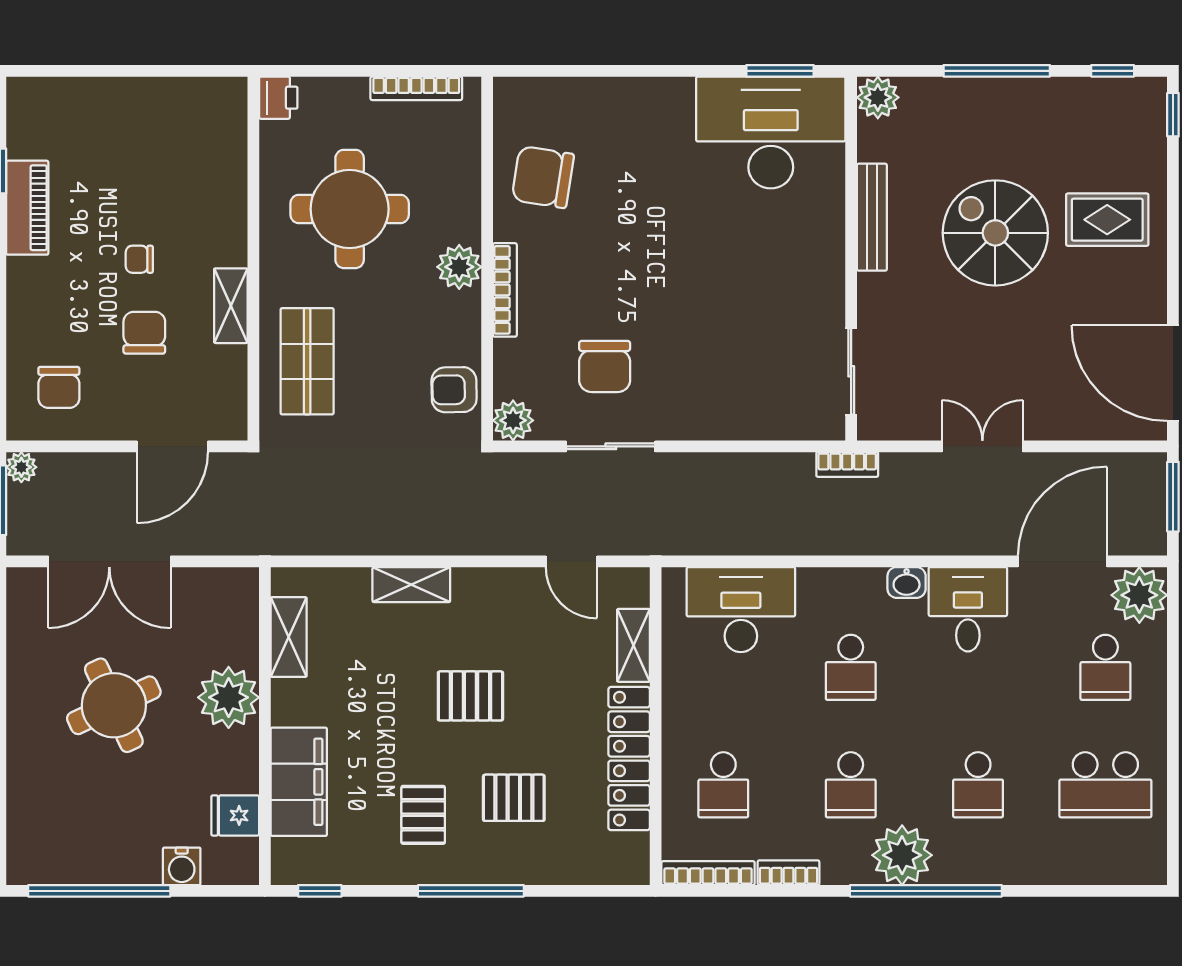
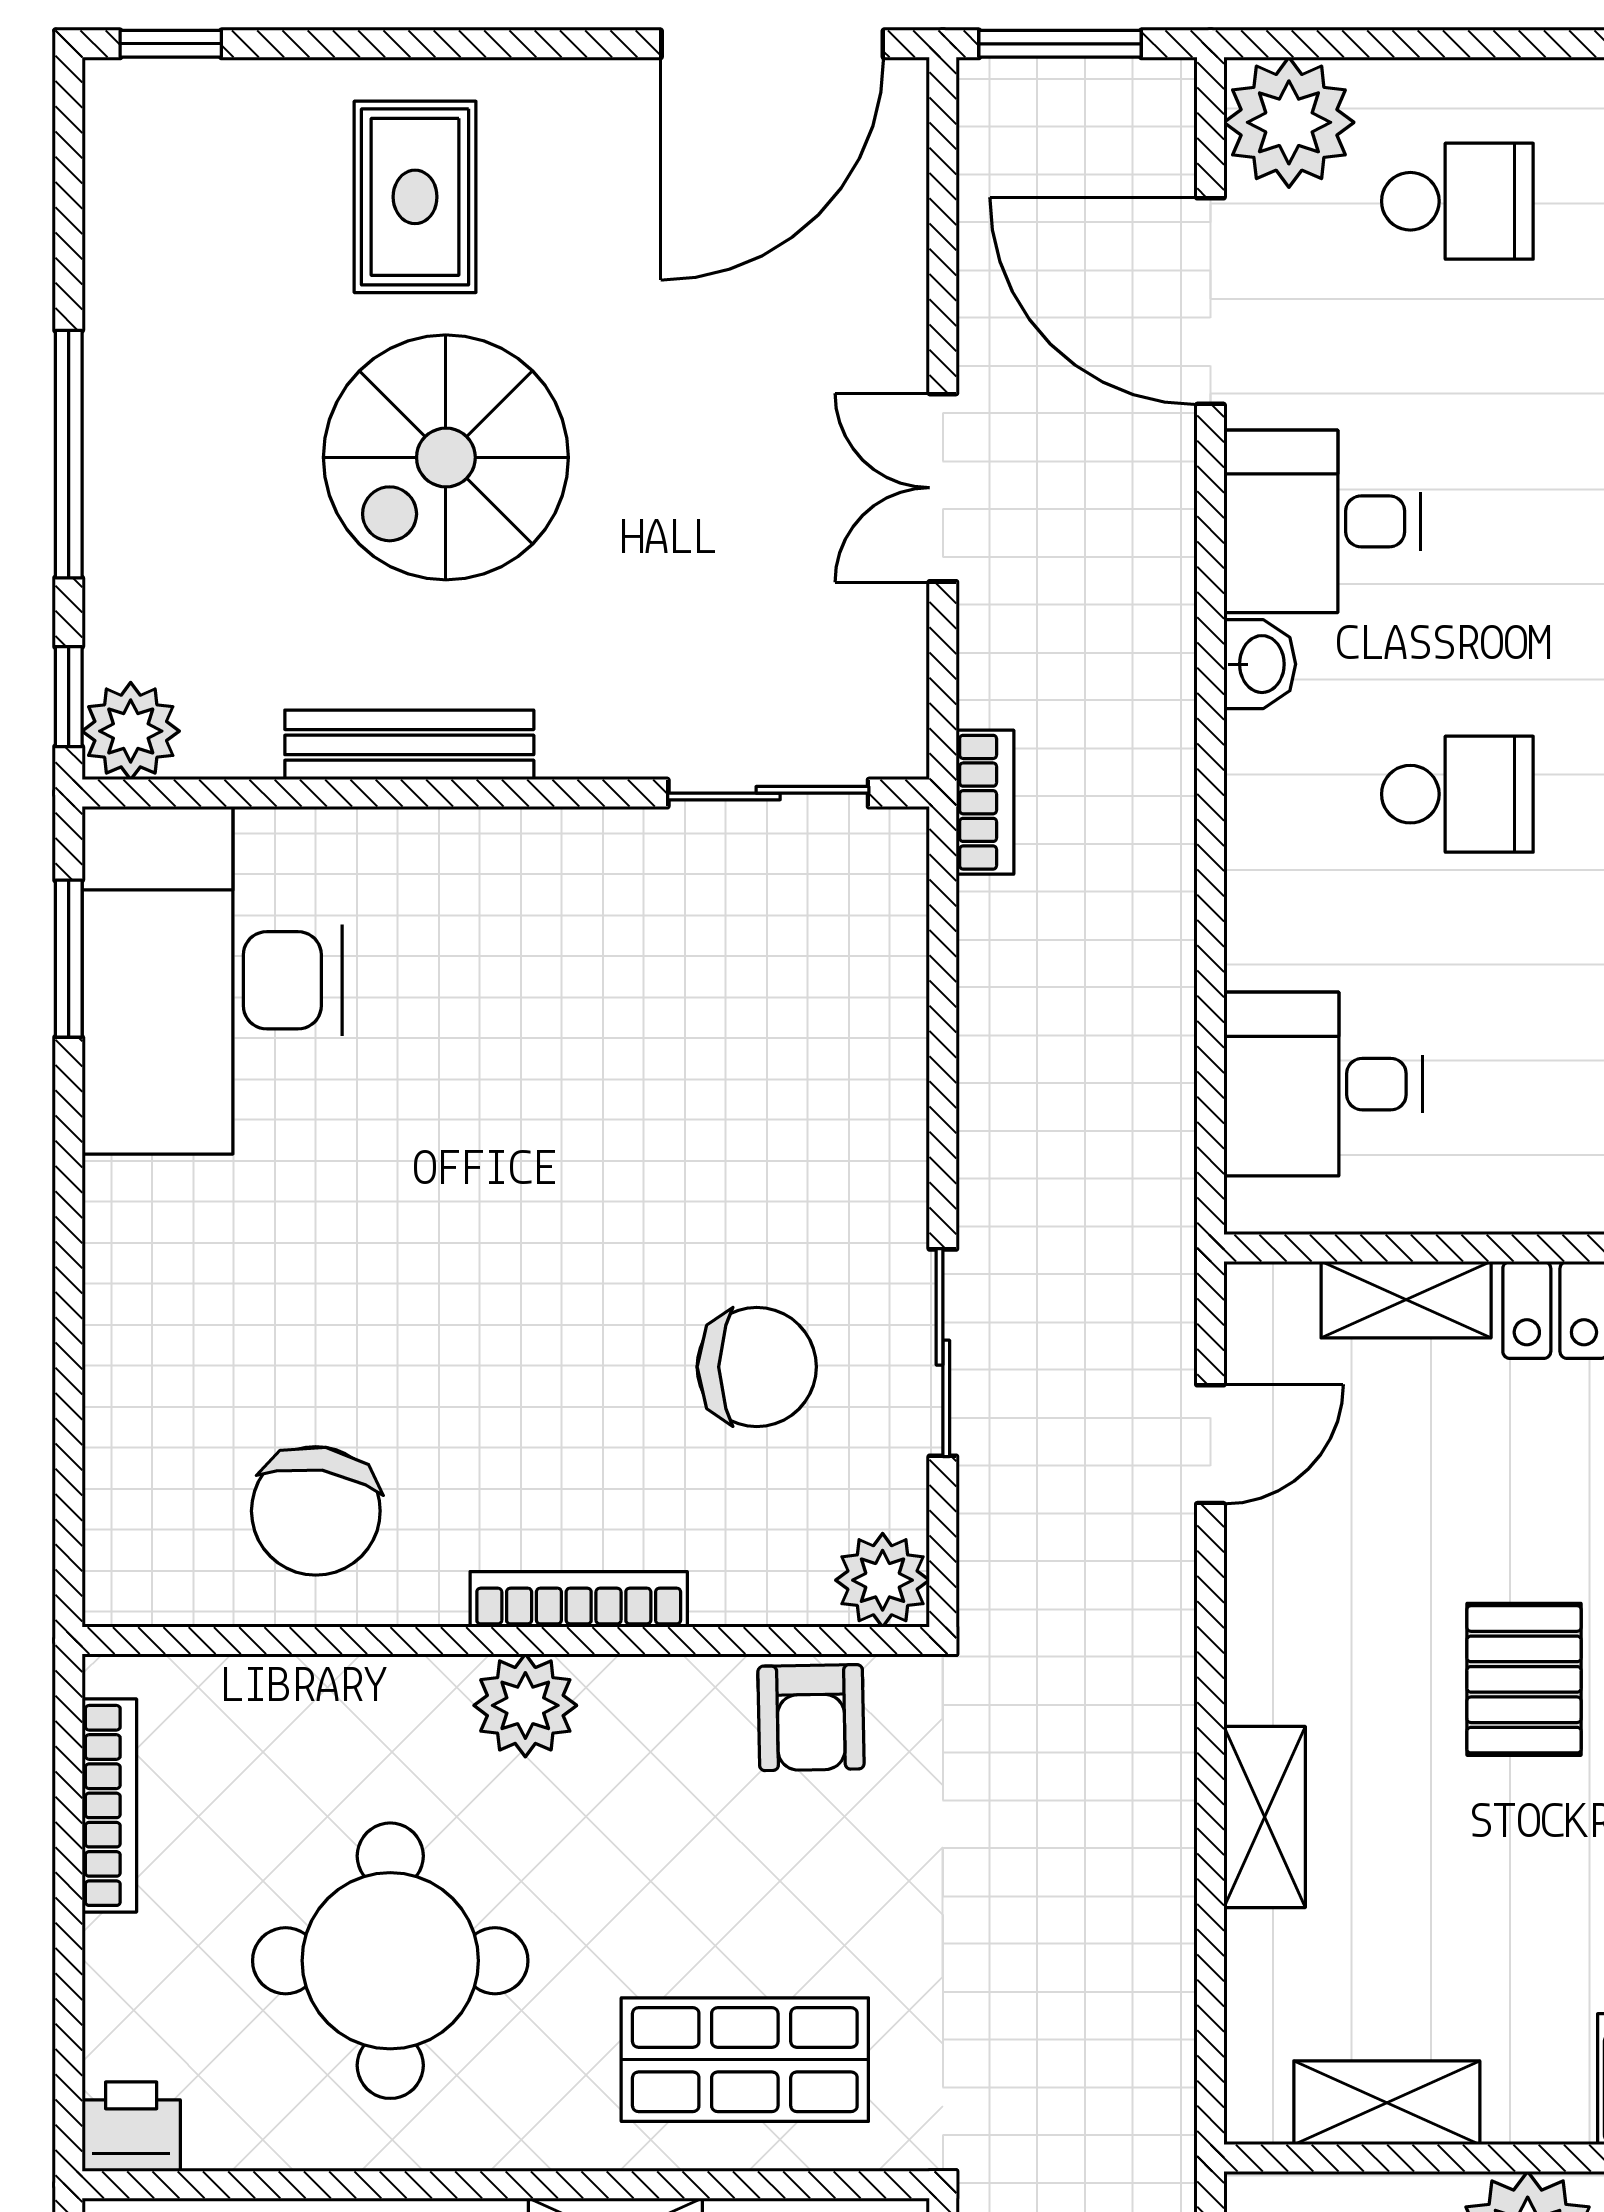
window: (1113, 71) -> (69, 697), moved
desk: (741, 610) -> (1323, 1084), width x0.73

